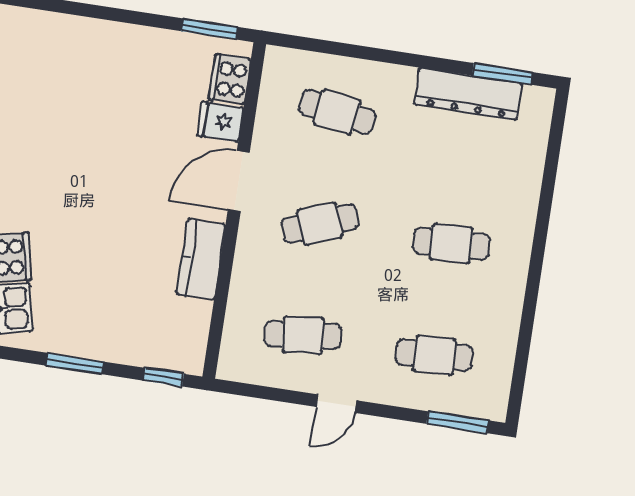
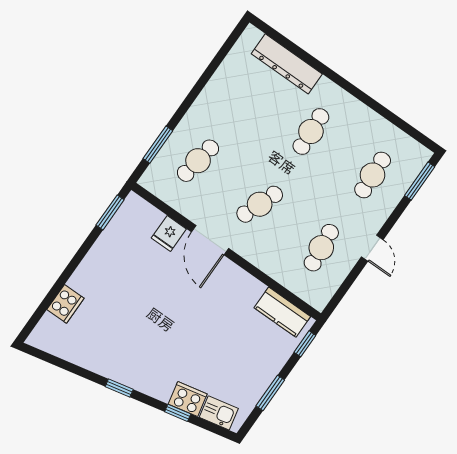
window: (502, 74) -> (158, 145), moved
cooker: (230, 79) -> (65, 304), moved, turned -90
dresser: (468, 94) -> (287, 64), moved, turned 90
cafe table: (320, 224) -> (260, 204), turned 42
kitchen counter: (201, 259) -> (282, 312), moved

